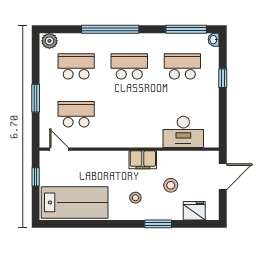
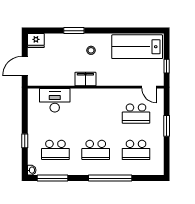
plant: (49, 41) -> (156, 169), removed
stool: (171, 185) -> (64, 60), removed
fridge: (194, 211) -> (36, 40), moved

